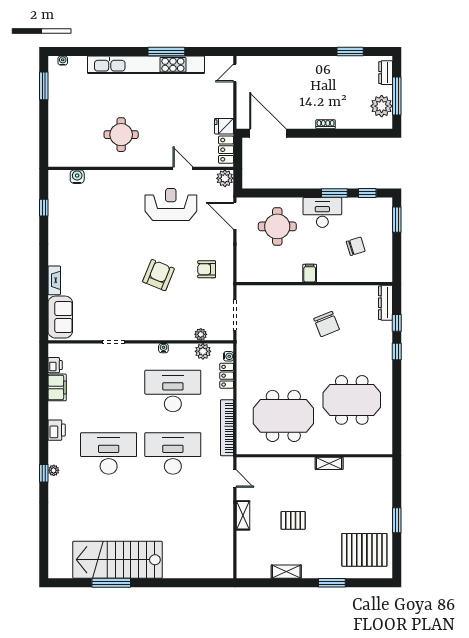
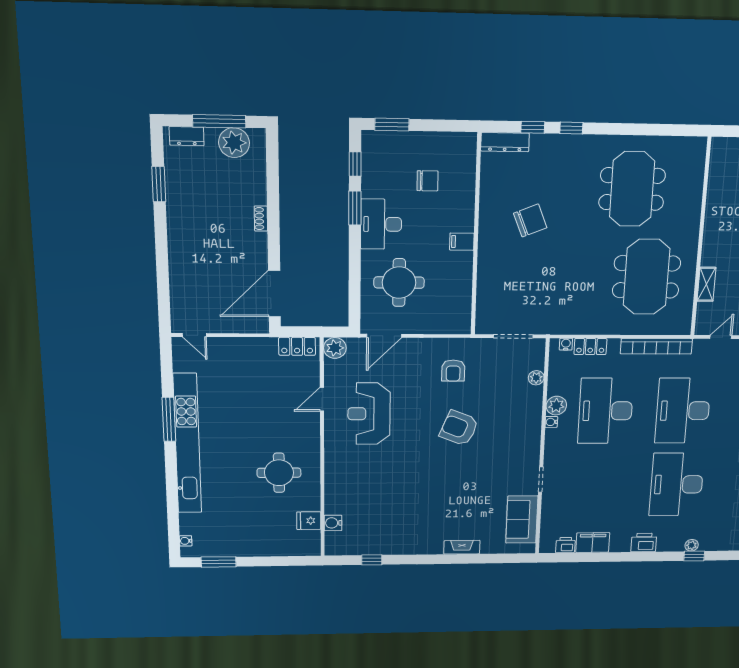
fridge: (224, 126) -> (309, 521), moved, turned 90
chair: (356, 246) -> (428, 181), turned 107
sofa: (60, 317) -> (522, 520), moved, turned -90
plant: (203, 351) -> (556, 406), moved
shelving: (329, 463) -> (706, 284), moved

